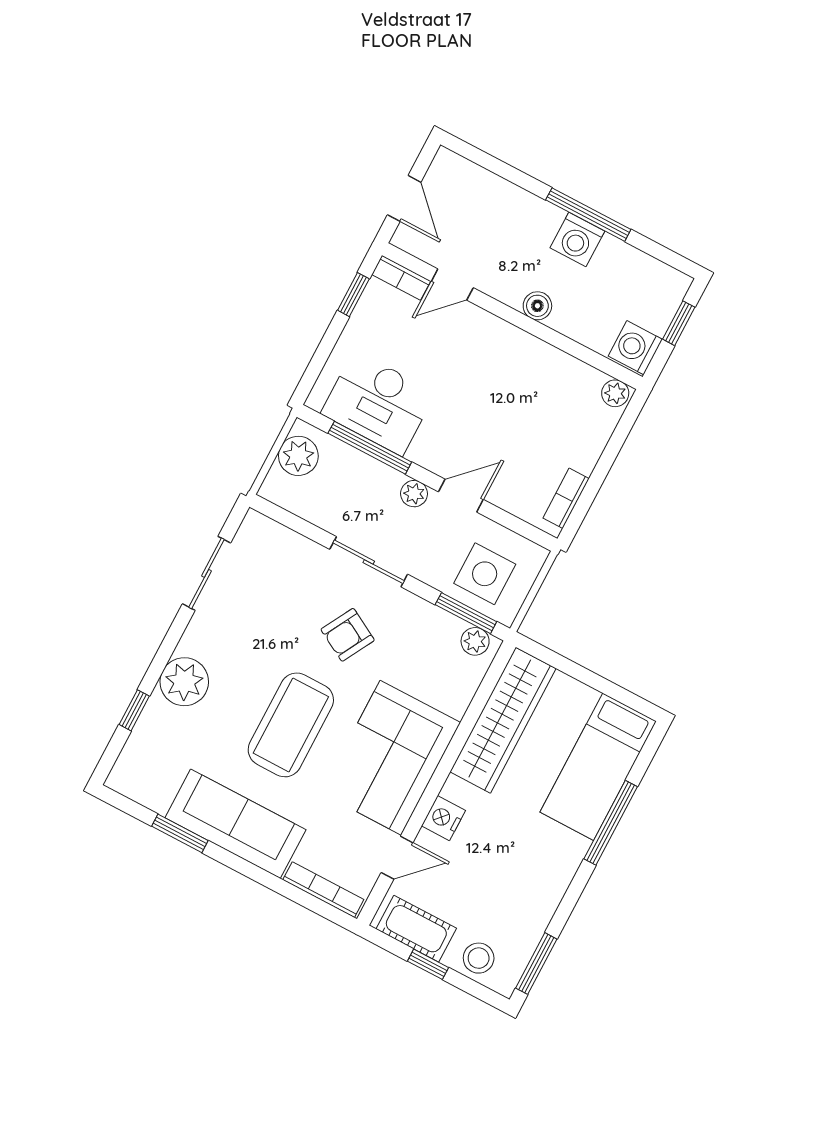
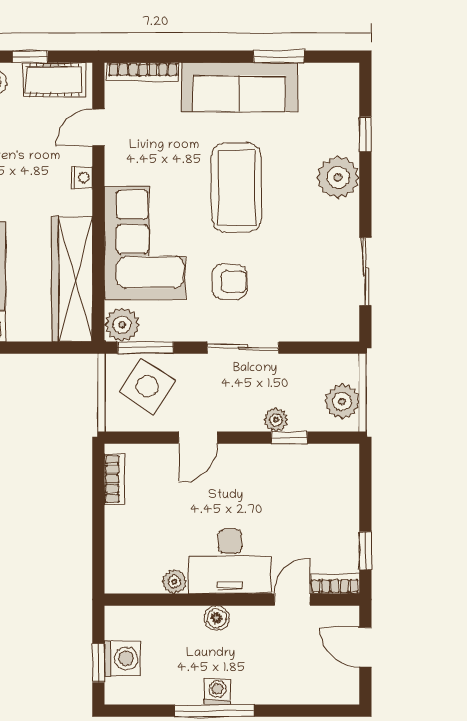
washing machine: (577, 239) -> (218, 691), width x0.73, depth x0.73
washing machine: (635, 348) -> (122, 658), moved
plant: (615, 393) -> (174, 582), moved
desk: (378, 403) -> (230, 561), moved, turned 180
window: (370, 448) -> (289, 438), width x0.46
plant: (414, 494) -> (276, 420), moved
side table: (485, 574) -> (147, 386), turned 33
armchair: (348, 635) -> (229, 282), turned 61
plant: (475, 641) -> (122, 325), width x1.38, depth x1.38
corner sofa: (391, 758) -> (145, 243), moved
nightstand: (443, 818) -> (82, 178), width x0.72, depth x0.74

